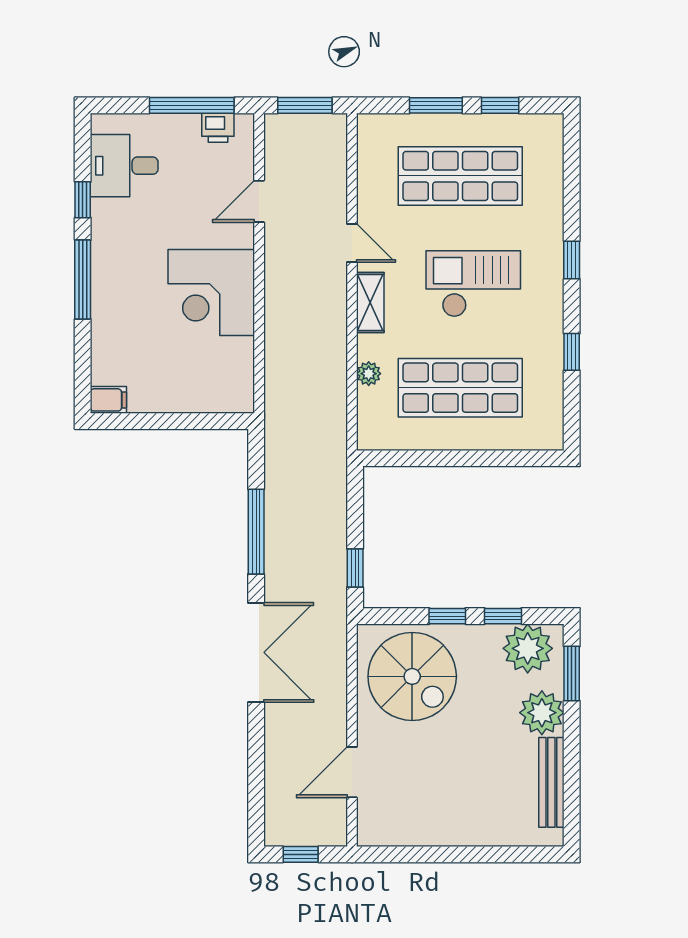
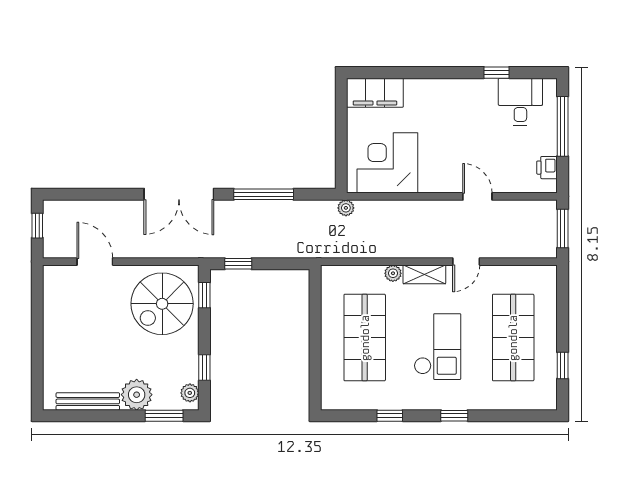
window: (192, 105) -> (563, 126), moved
window: (436, 105) -> (563, 320), removed
door: (259, 201) -> (477, 196), moved
window: (83, 279) -> (441, 73), removed
corner desk: (211, 292) -> (387, 163), moved
plant: (369, 374) -> (393, 273), moved
filing cabinet: (108, 400) -> (375, 93), width x3.00, depth x1.17
plant: (275, 414) -> (346, 208), added
window: (447, 616) -> (204, 295), moved
plant: (528, 648) -> (190, 393), width x0.53, depth x0.53

